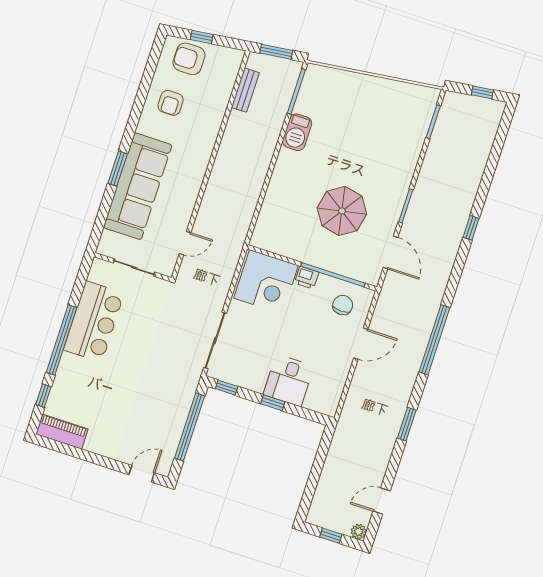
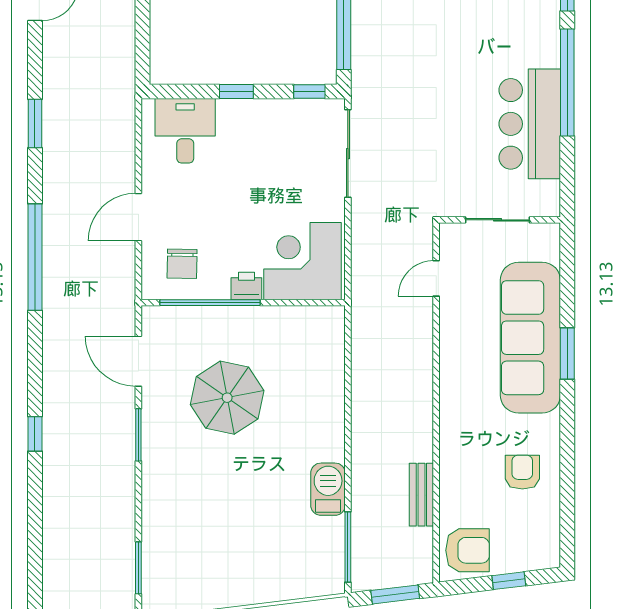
armchair: (189, 59) -> (468, 550), moved
bench: (245, 90) -> (421, 495), moved
desk: (289, 380) -> (185, 131), moved

